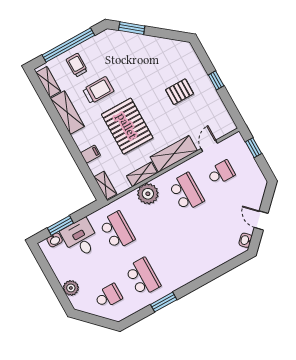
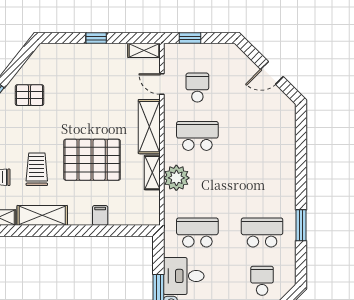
pallet: (180, 92) -> (30, 95), moved, turned 90
shelving: (105, 185) -> (144, 50), moved
washbasin: (245, 240) -> (284, 101), removed

